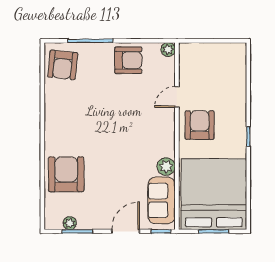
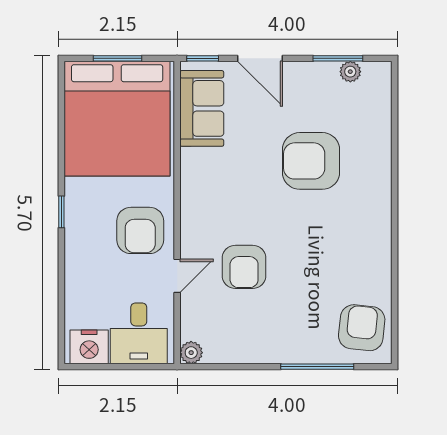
nightstand: (231, 53) -> (89, 347), added
armchair: (128, 60) -> (244, 267), moved, turned -90
desk: (200, 61) -> (139, 333), added
plant: (166, 167) -> (194, 163), removed
armchair: (66, 174) -> (311, 161), moved, turned 90
door: (126, 231) -> (260, 58), hinge flipped

